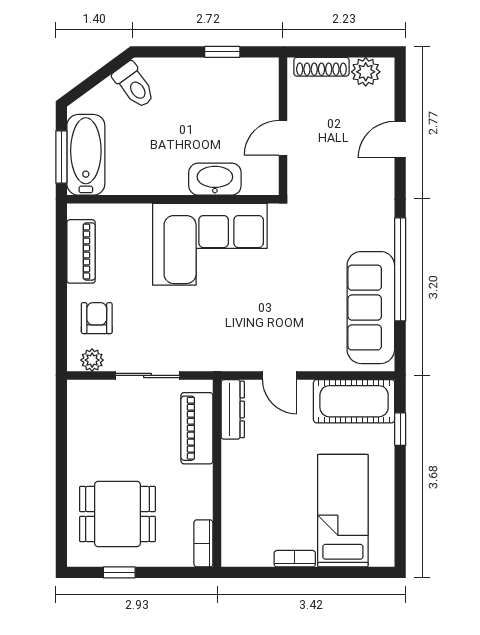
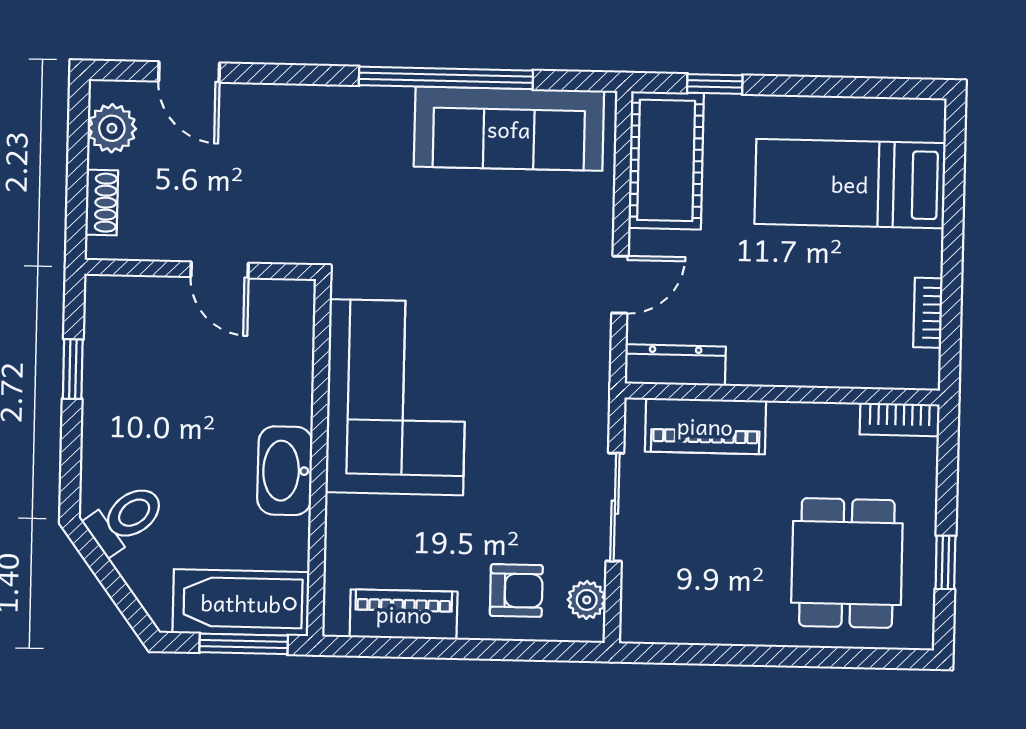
shoe rack: (321, 67) -> (102, 203), width x0.70
door: (400, 140) -> (189, 72), moved
washbasin: (215, 179) -> (285, 471), moved
armchair: (97, 318) -> (516, 590), turned 180
bookcase: (295, 559) -> (928, 313), moved

